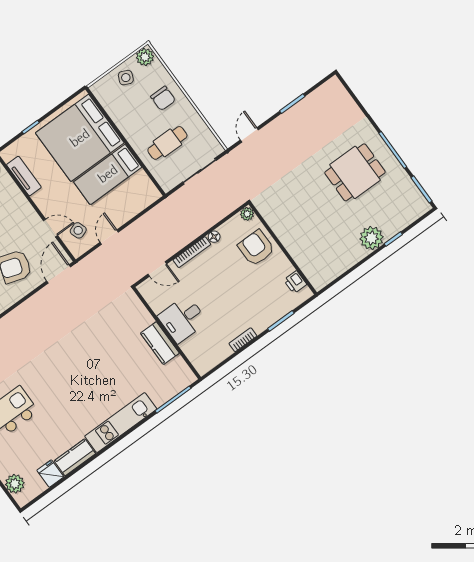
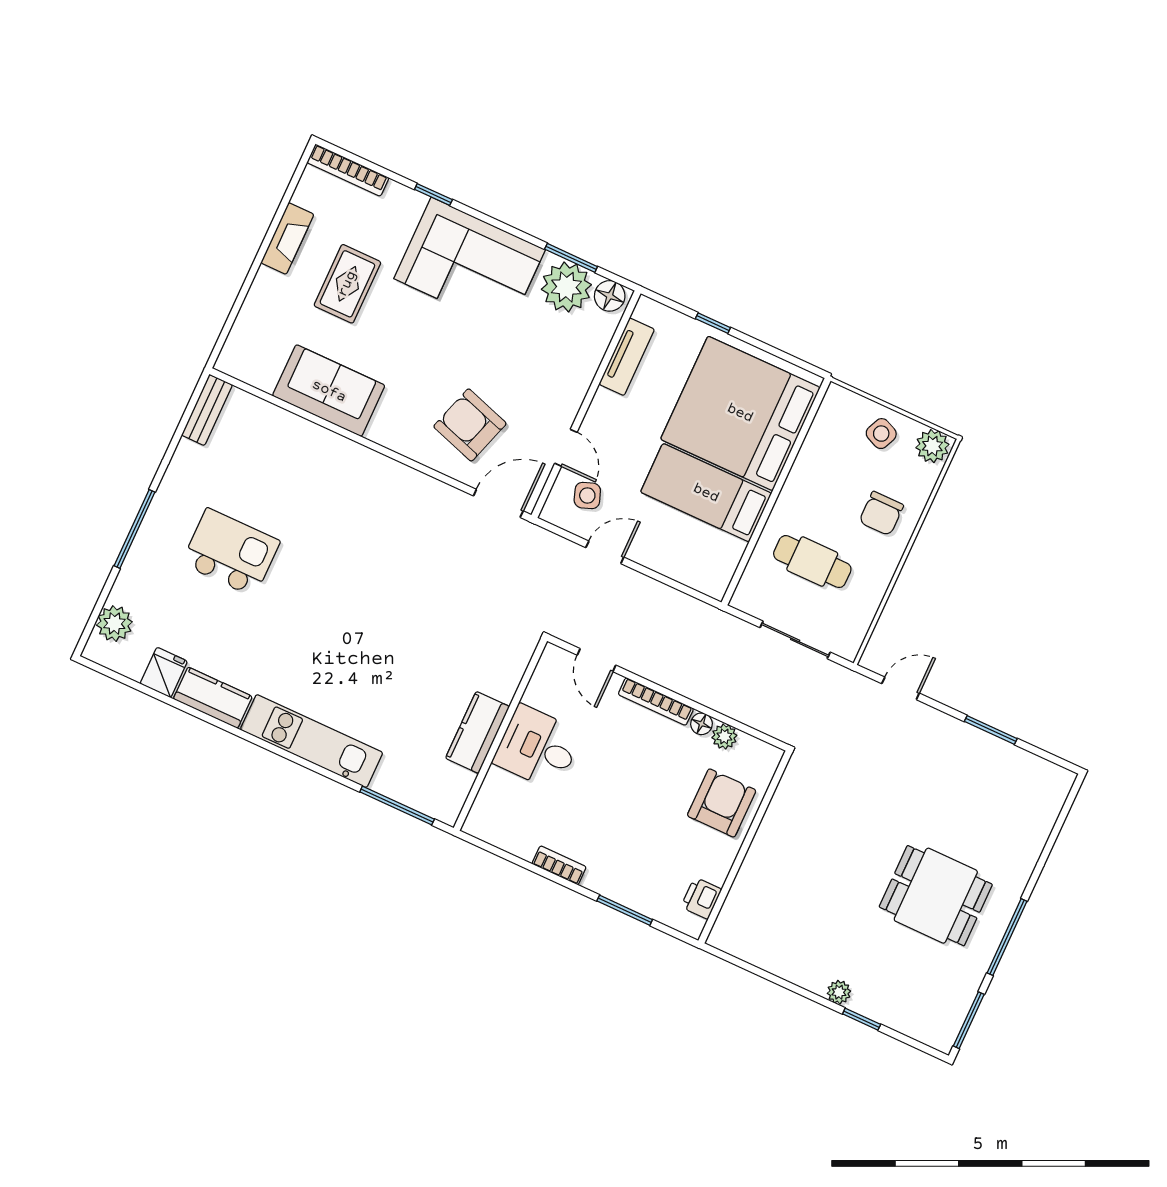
plant: (247, 214) -> (724, 736), moved
plant: (371, 238) -> (839, 992), width x0.53, depth x0.53

